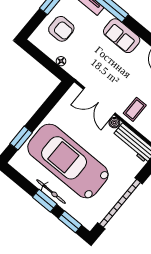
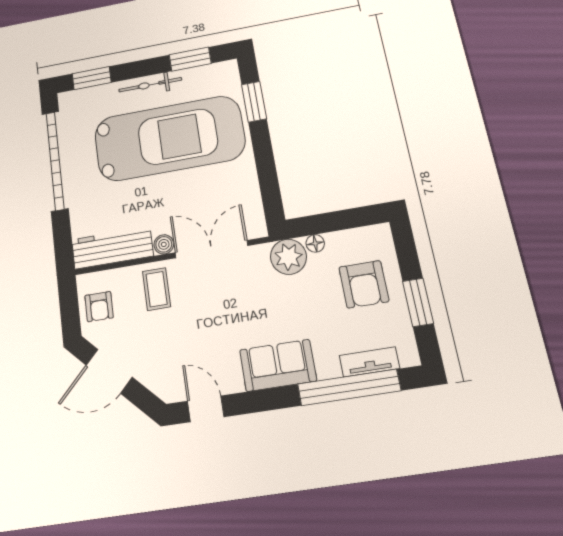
armchair: (61, 29) -> (364, 284), turned -90
plant: (76, 67) -> (288, 257), added
window: (45, 201) -> (190, 59), moved

